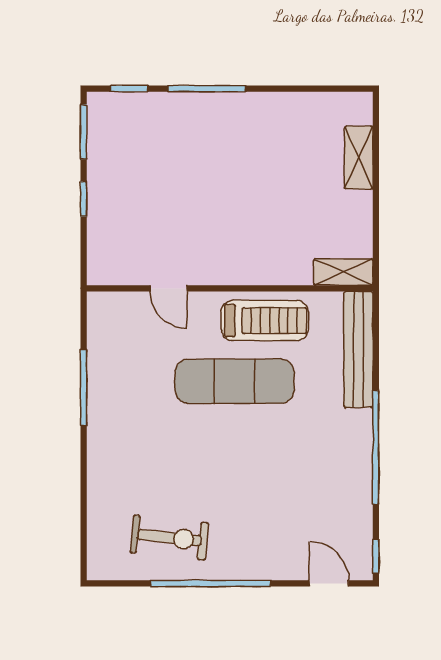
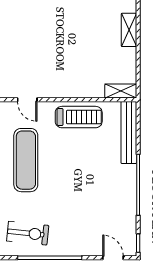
exercise mat: (235, 381) -> (26, 160), moved, turned 90

